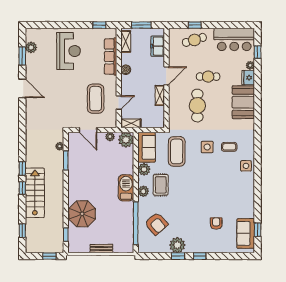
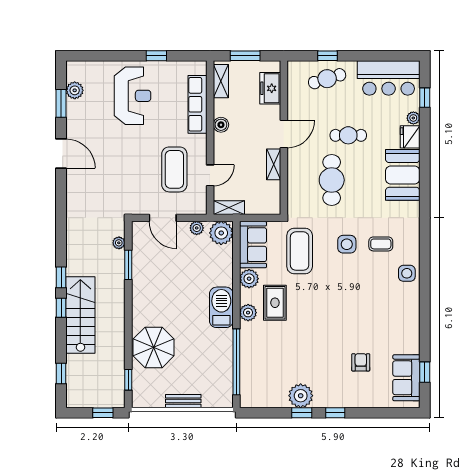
window: (99, 25) -> (156, 56), moved
armchair: (156, 224) -> (268, 363), removed

